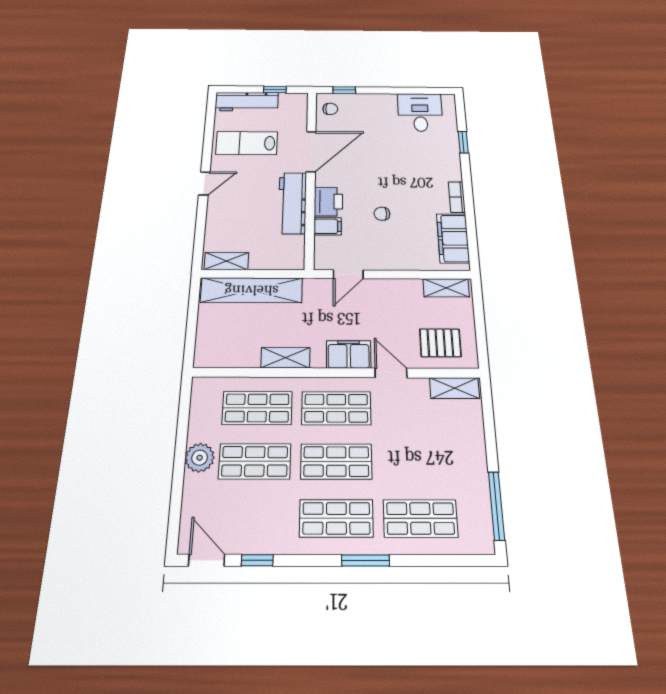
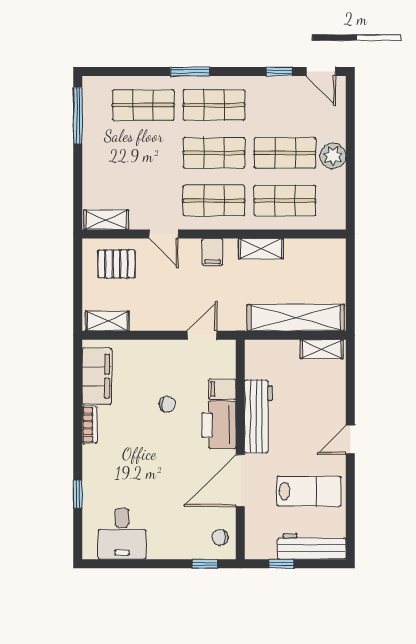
printer: (328, 202) -> (219, 425), width x1.37, depth x1.19
filing cabinet: (349, 354) -> (213, 252), width x0.50

